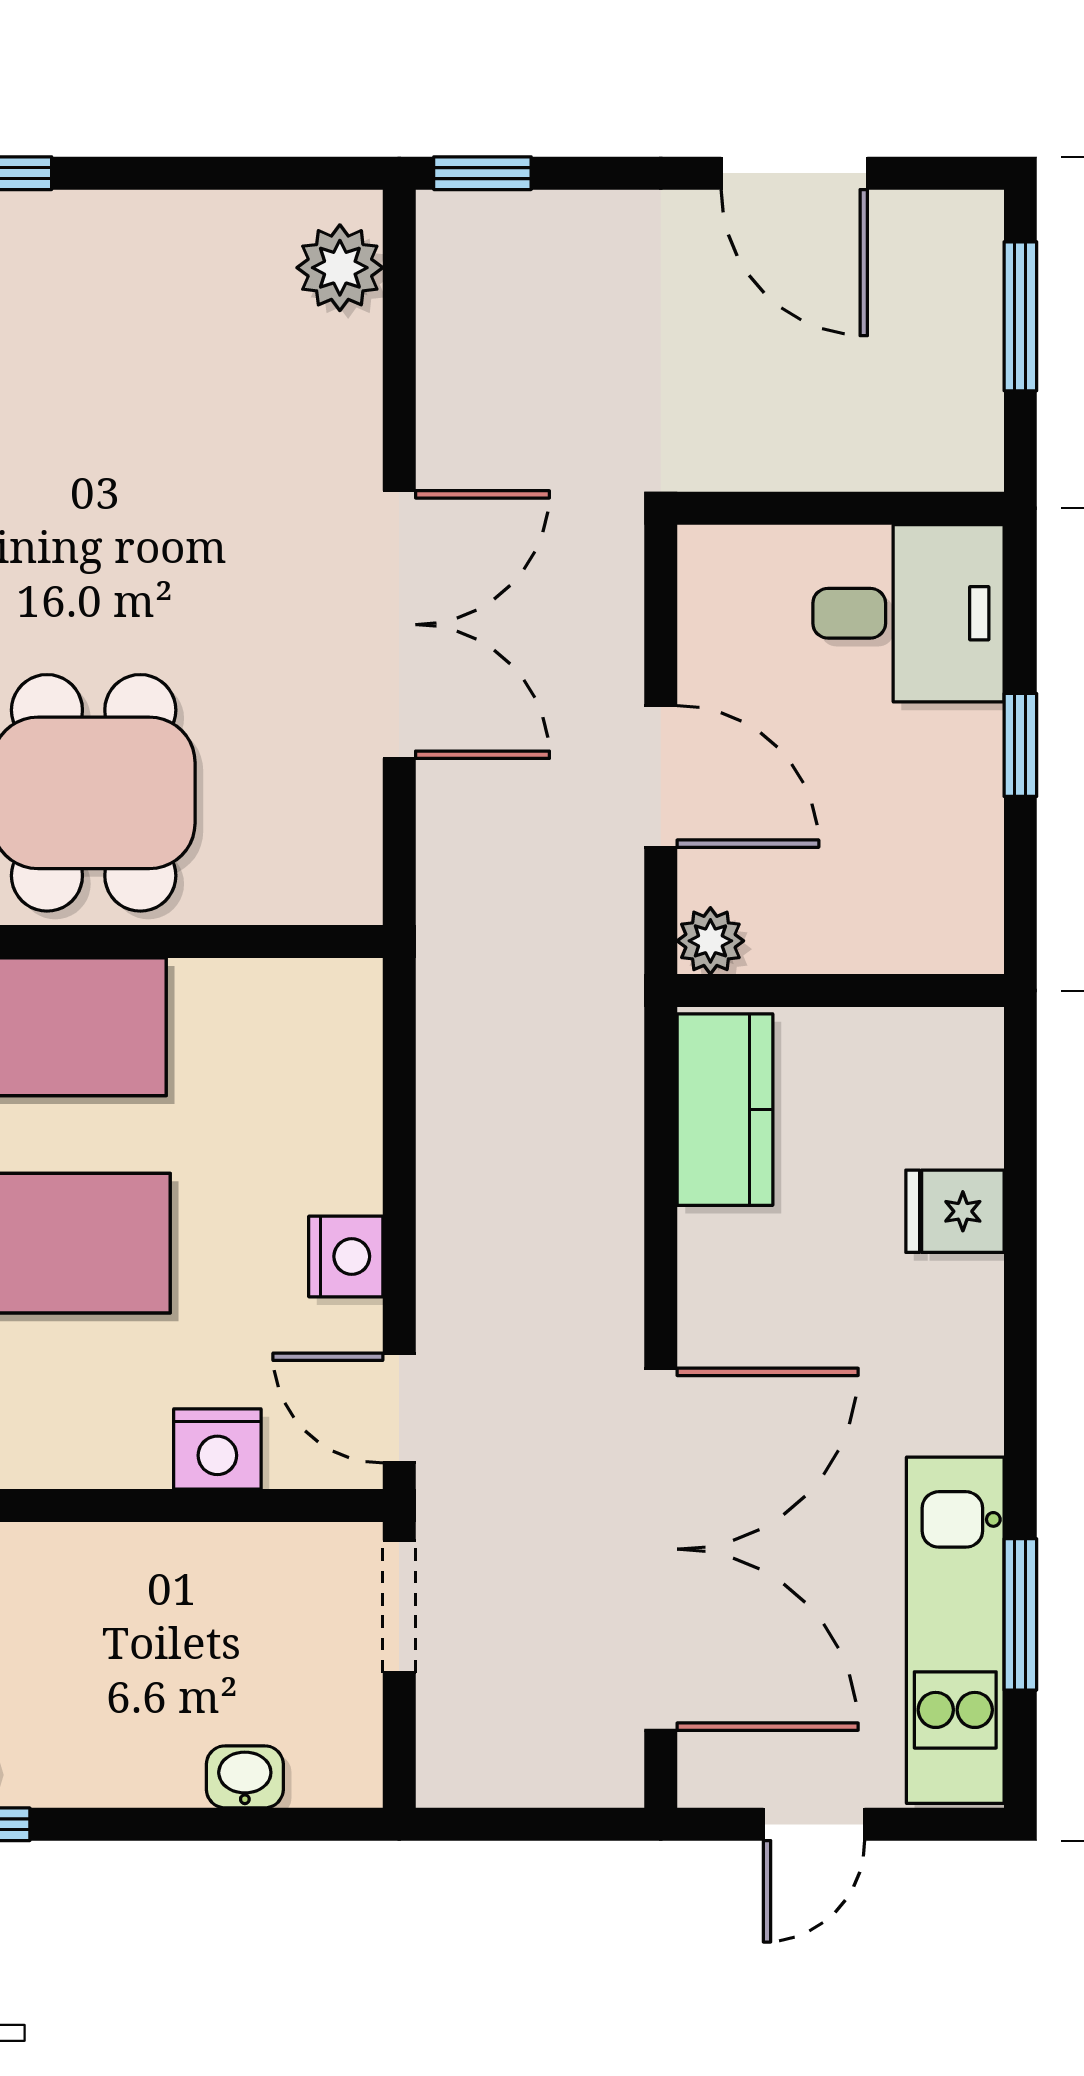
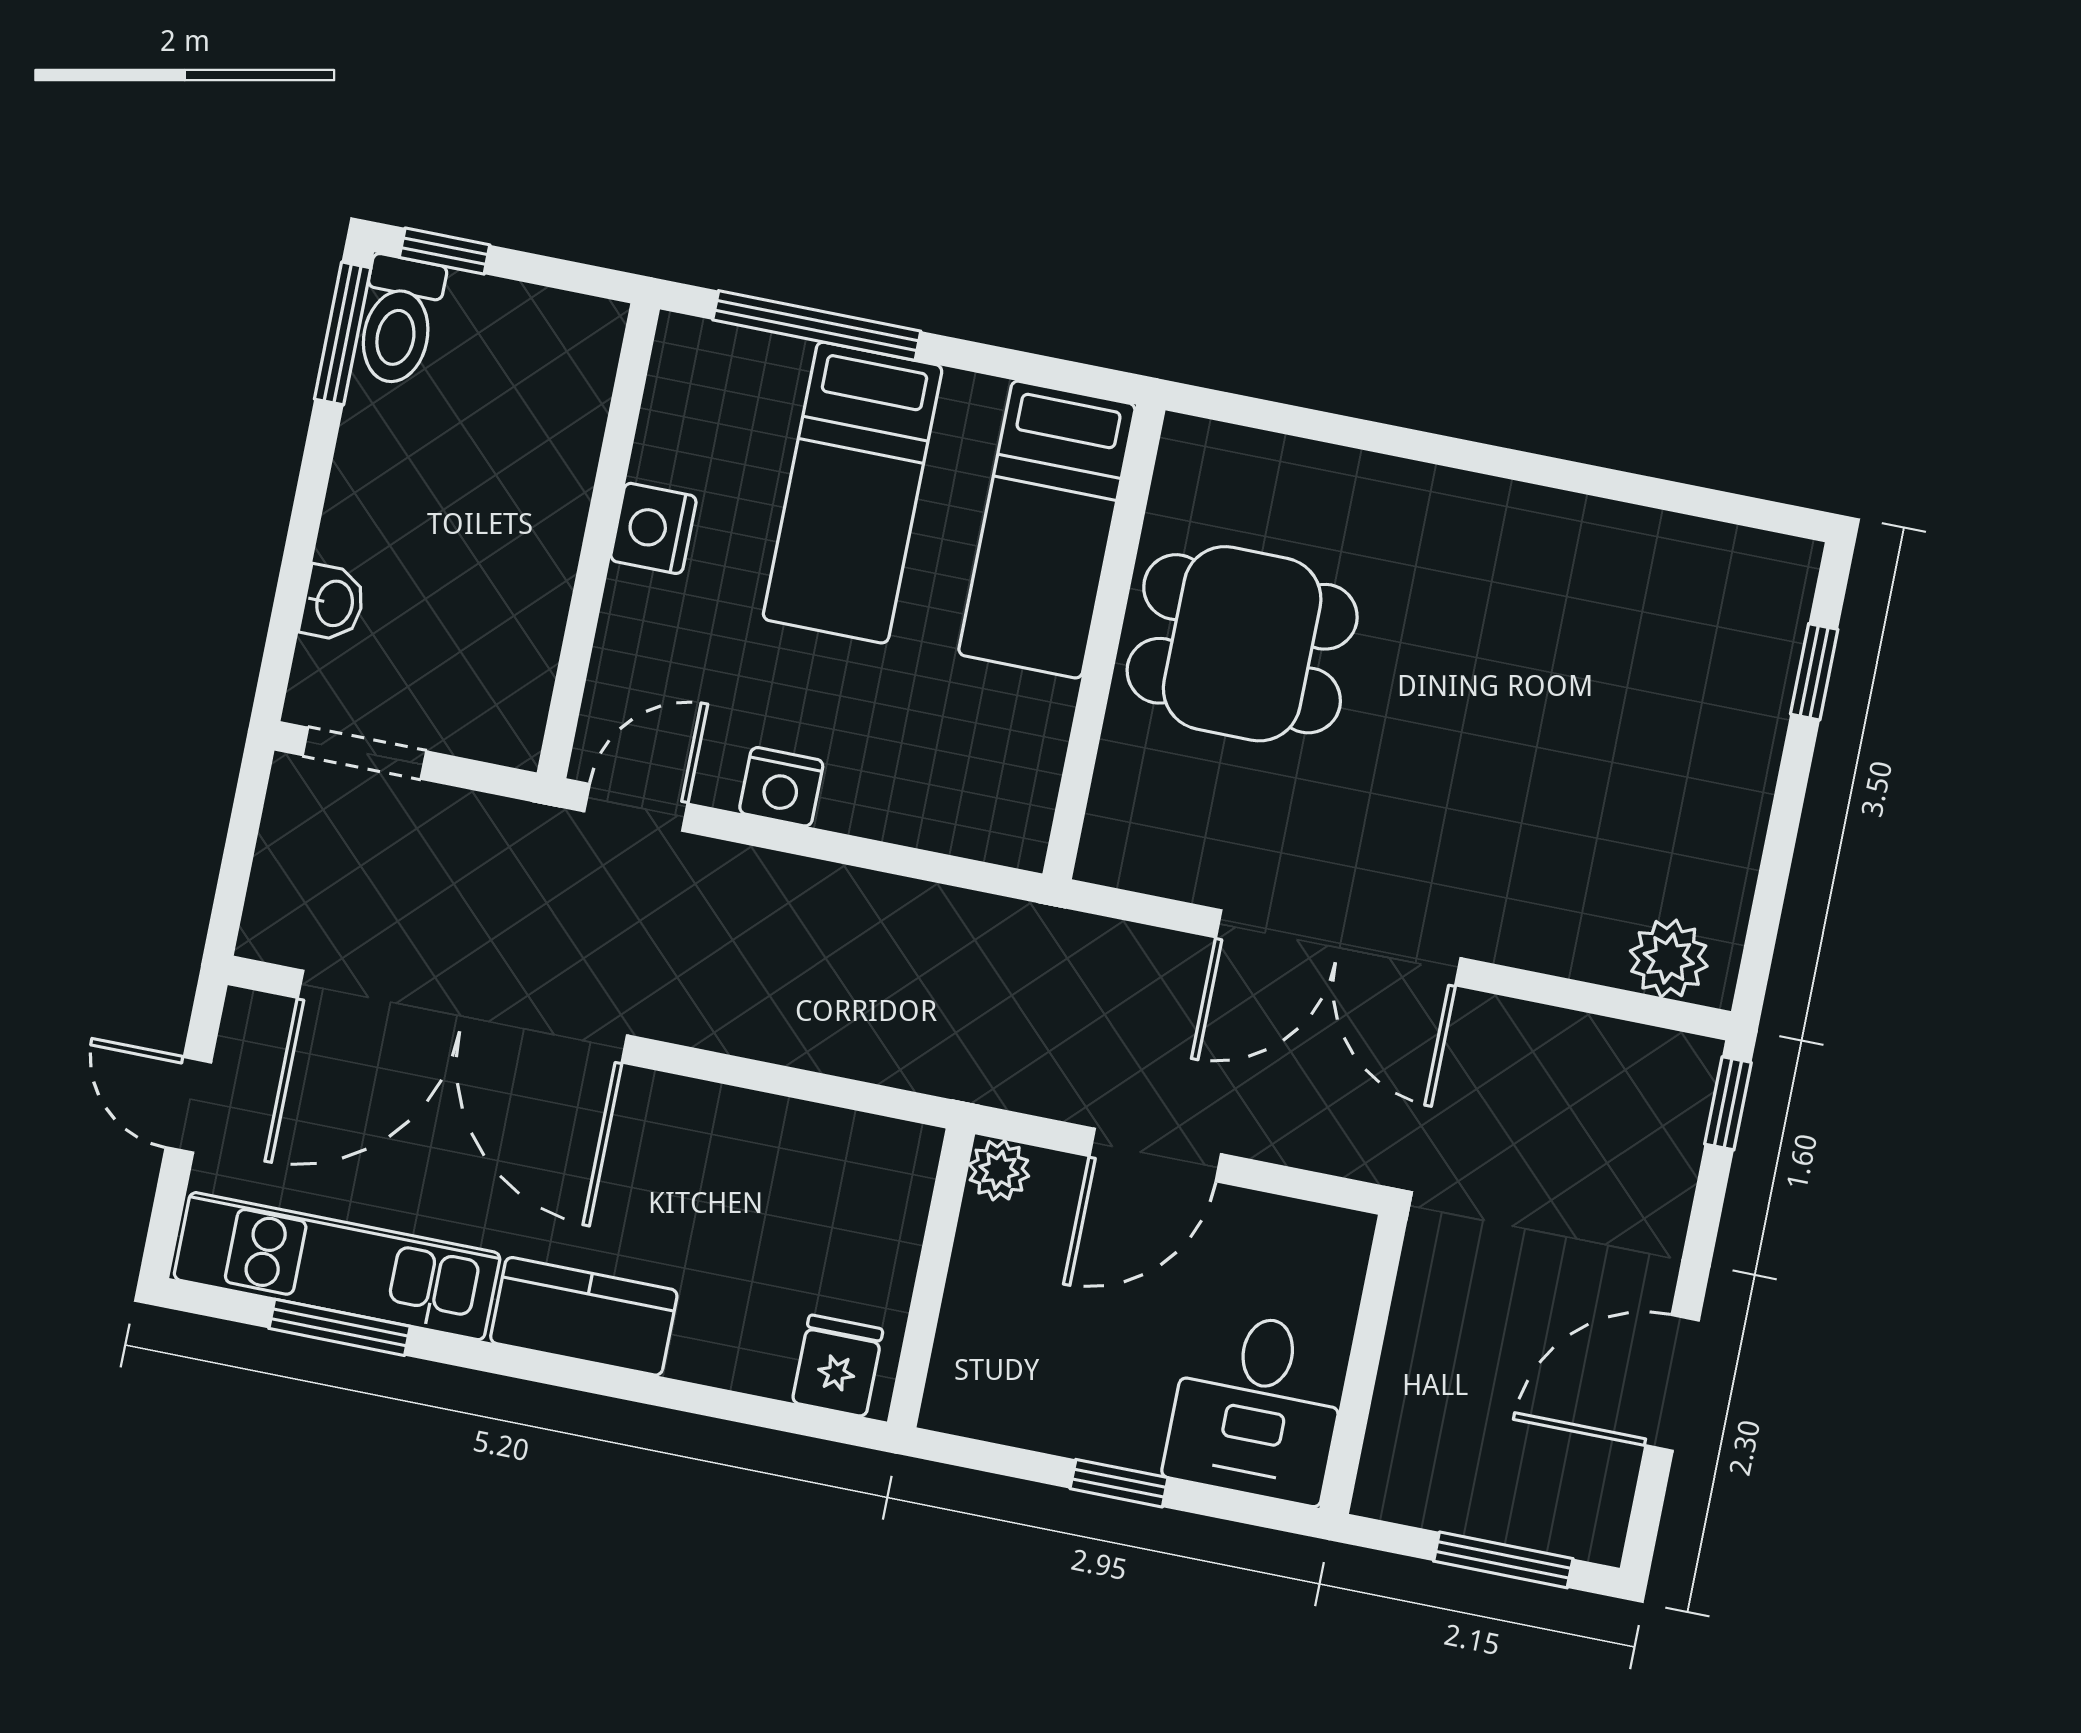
kitchen counter: (725, 1110) -> (584, 1316), moved, turned 180
fridge: (955, 1211) -> (838, 1366), moved
nightstand: (217, 1449) -> (653, 528), moved
doorway: (399, 1607) -> (364, 753), moved

